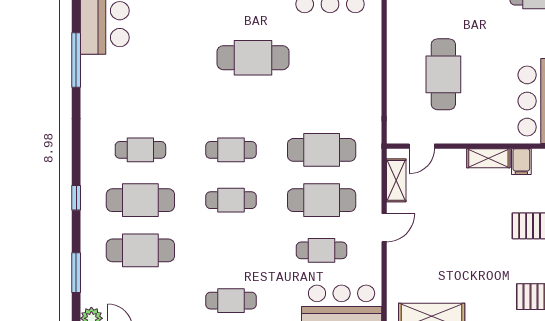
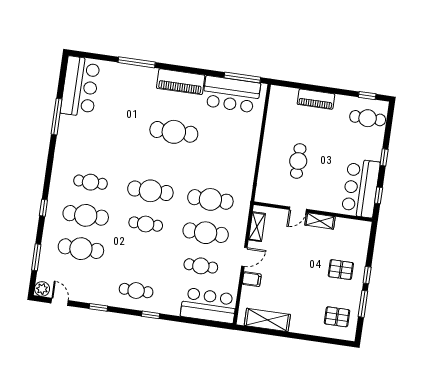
cafe table: (443, 74) -> (298, 161), width x0.73, depth x0.74
door: (422, 146) -> (298, 209), moved
cafe table: (231, 150) -> (150, 191), width x1.37, depth x1.35
filing cabinet: (521, 162) -> (252, 279), moved, turned -90

